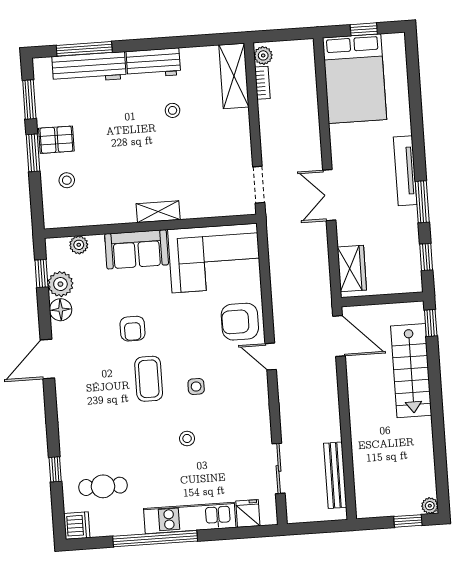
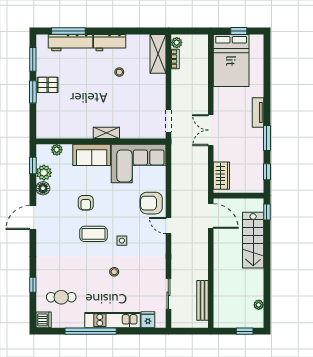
tv unit: (405, 171) -> (258, 112), width x0.71
stool: (67, 180) -> (52, 110), removed
coffee table: (149, 379) -> (93, 234), turned 90
plant: (430, 506) -> (259, 305), moved

